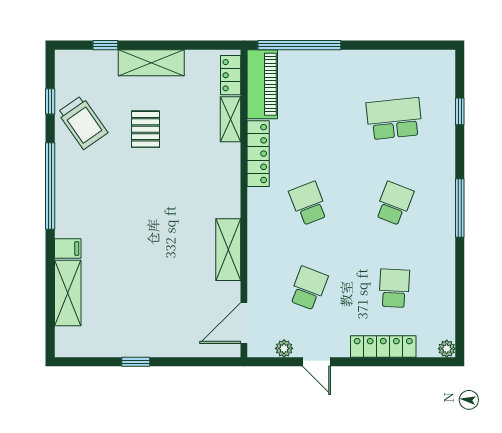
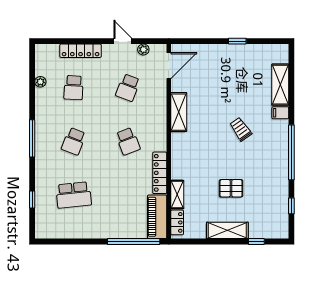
trolley: (83, 122) -> (241, 129), moved, width x0.73, depth x0.72
pallet: (145, 129) -> (231, 188), turned 90
plant: (447, 349) -> (40, 82), moved

